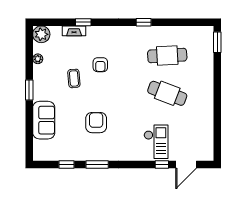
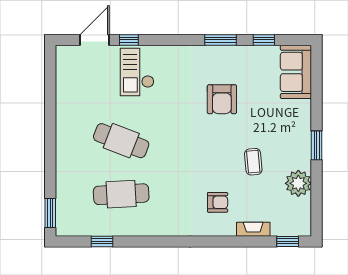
window: (83, 22) -> (288, 241), moved
window: (144, 22) -> (102, 241), moved
plant: (41, 34) -> (299, 224), removed
plant: (38, 59) -> (298, 183), width x1.87, depth x1.87
armchair: (100, 65) -> (218, 202), moved, turned 90
sofa: (44, 120) -> (296, 72), moved

